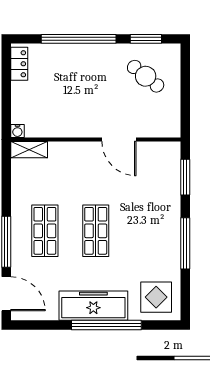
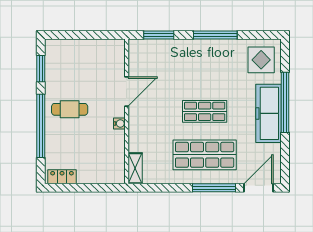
cafe table: (146, 76) -> (70, 109), moved, turned 51
water cooler: (17, 131) -> (119, 123), moved
shop shelf: (45, 231) -> (205, 155), width x1.43, depth x1.36

